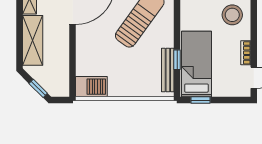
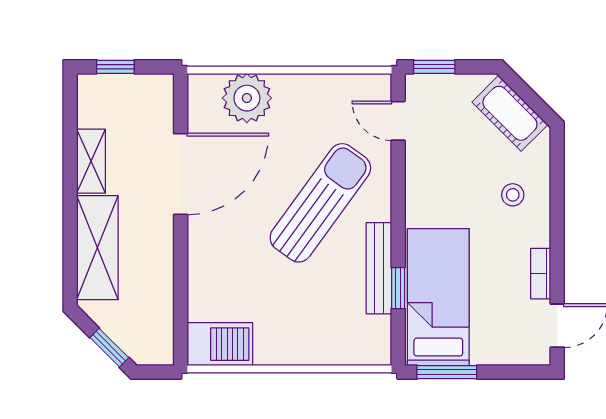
stool: (232, 15) -> (513, 195), width x0.53, depth x0.53
bench: (168, 70) -> (379, 268), moved
window: (201, 100) -> (447, 372), width x1.50

